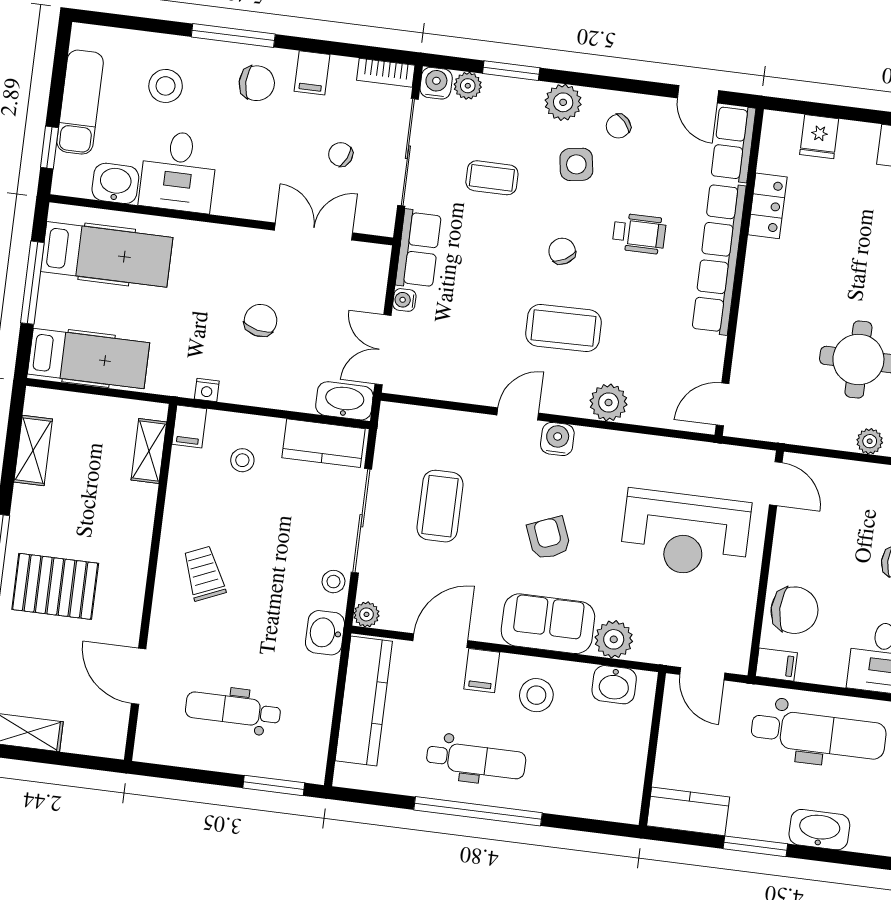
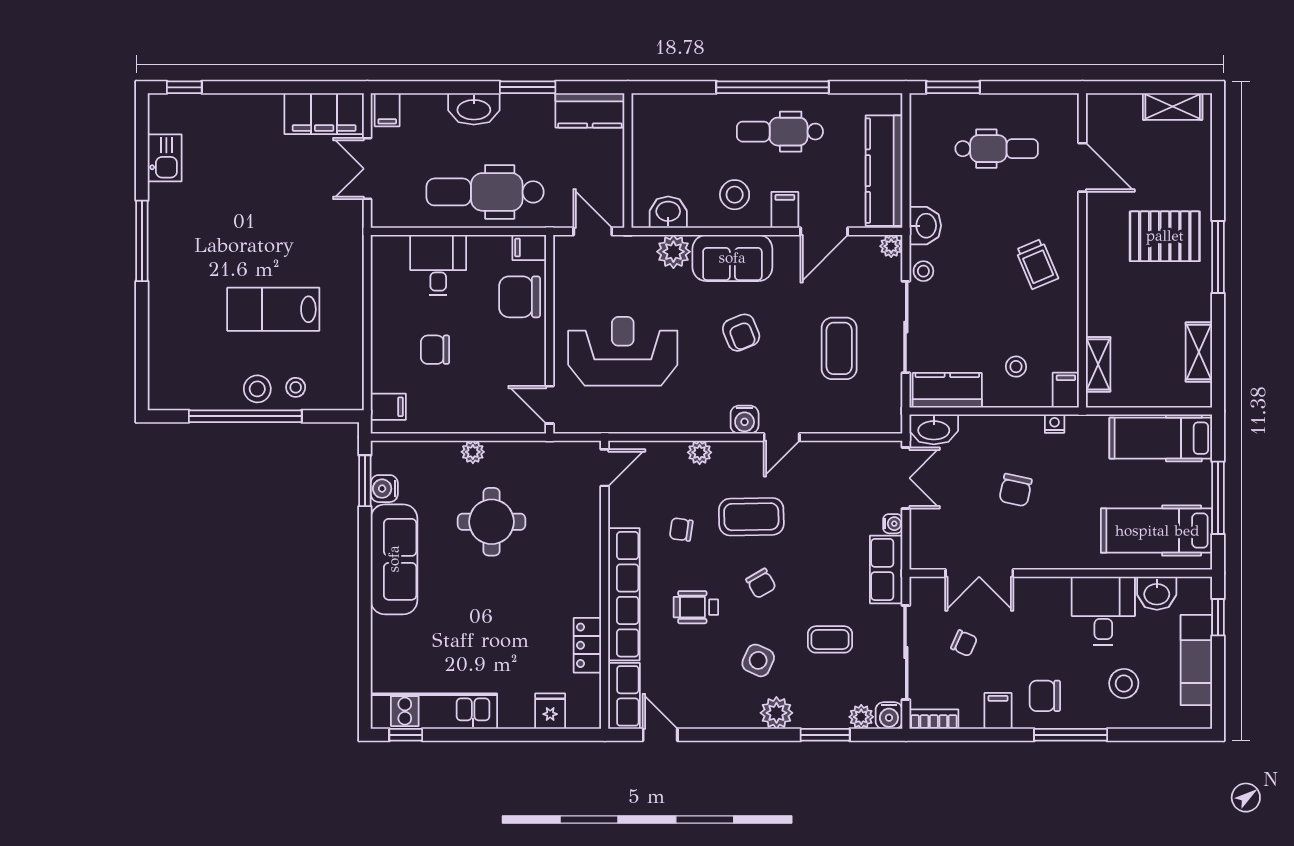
chair: (618, 126) -> (681, 529), moved, turned -130
side table: (576, 164) -> (758, 660), turned 33
plant: (609, 403) -> (700, 452), width x0.73, depth x0.73

